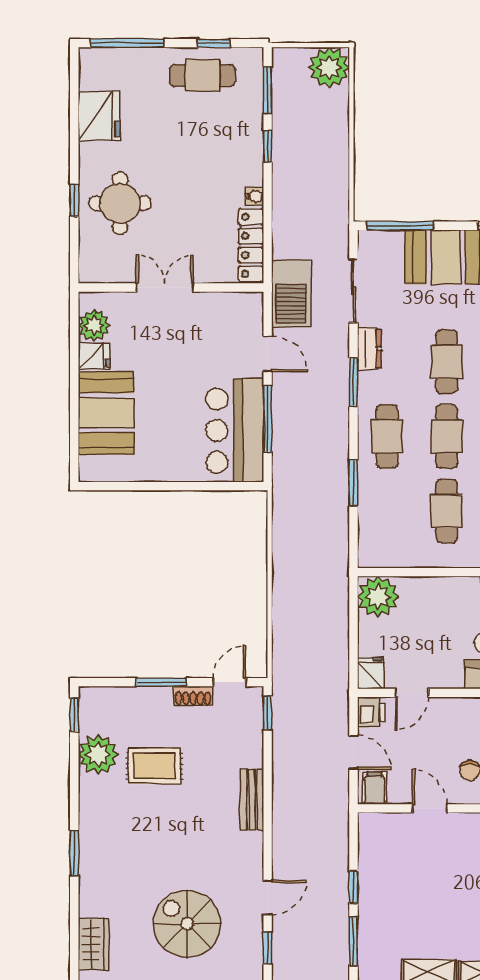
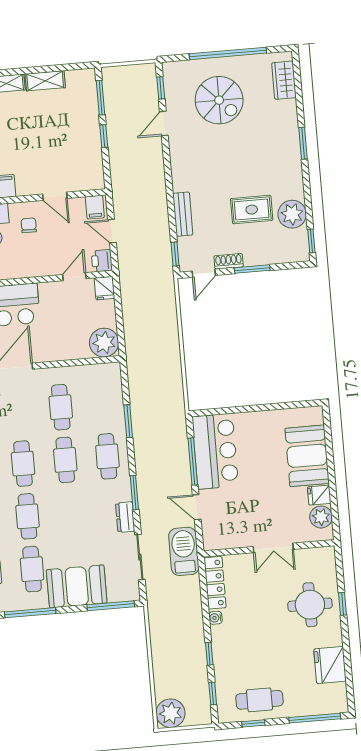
window: (268, 90) -> (213, 694), width x0.67
cafe table: (447, 362) -> (70, 513), removed
bench: (252, 800) -> (183, 214), moved

